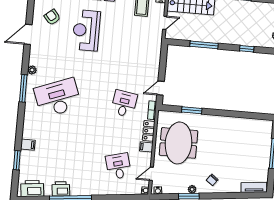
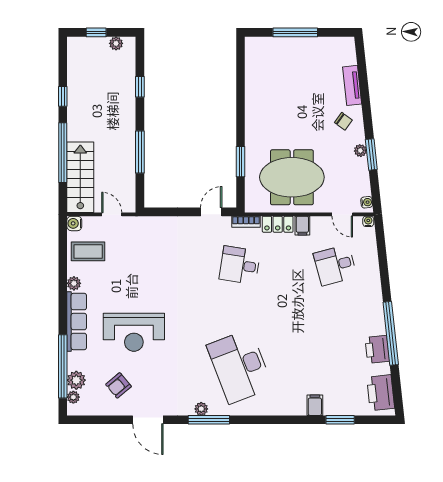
window: (23, 88) -> (209, 420), moved
door: (161, 88) -> (211, 212), swing flipped
tv unit: (254, 187) -> (352, 85), moved

